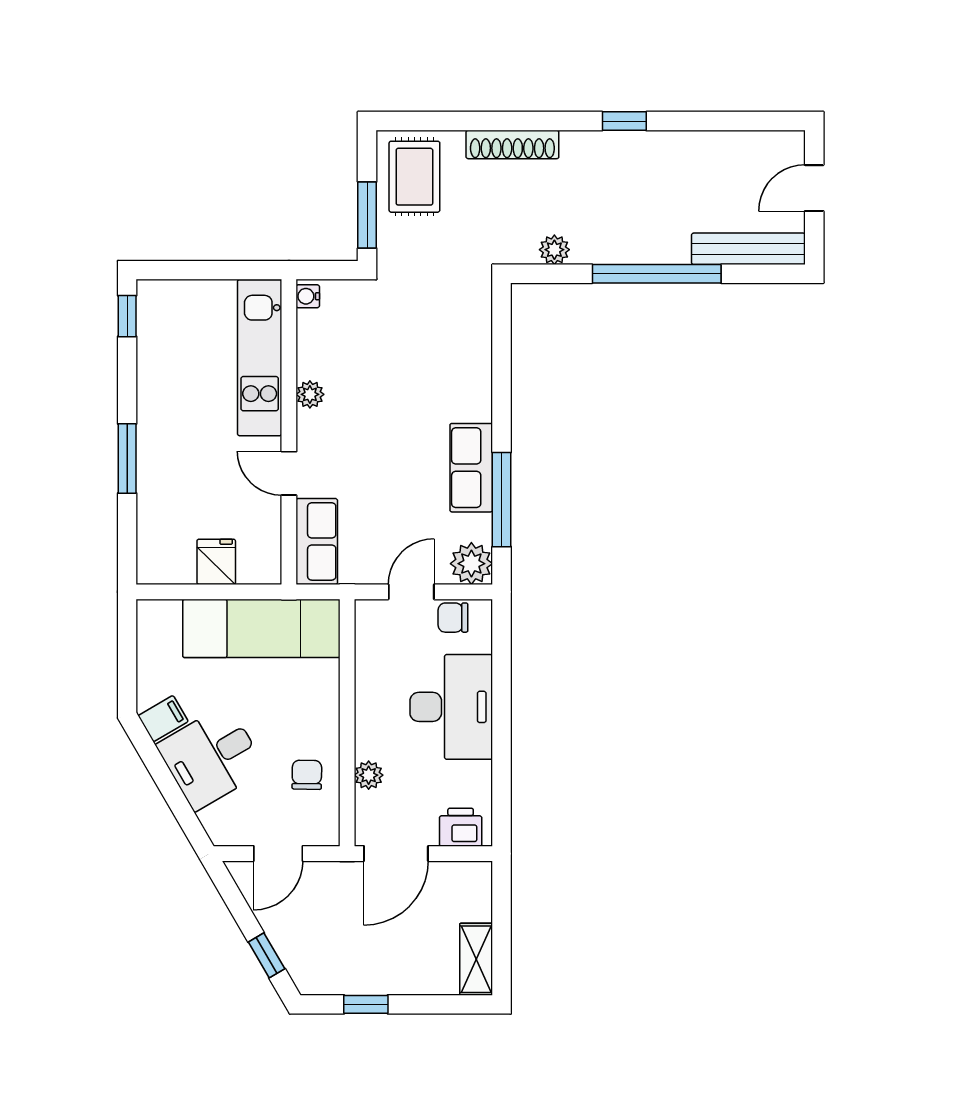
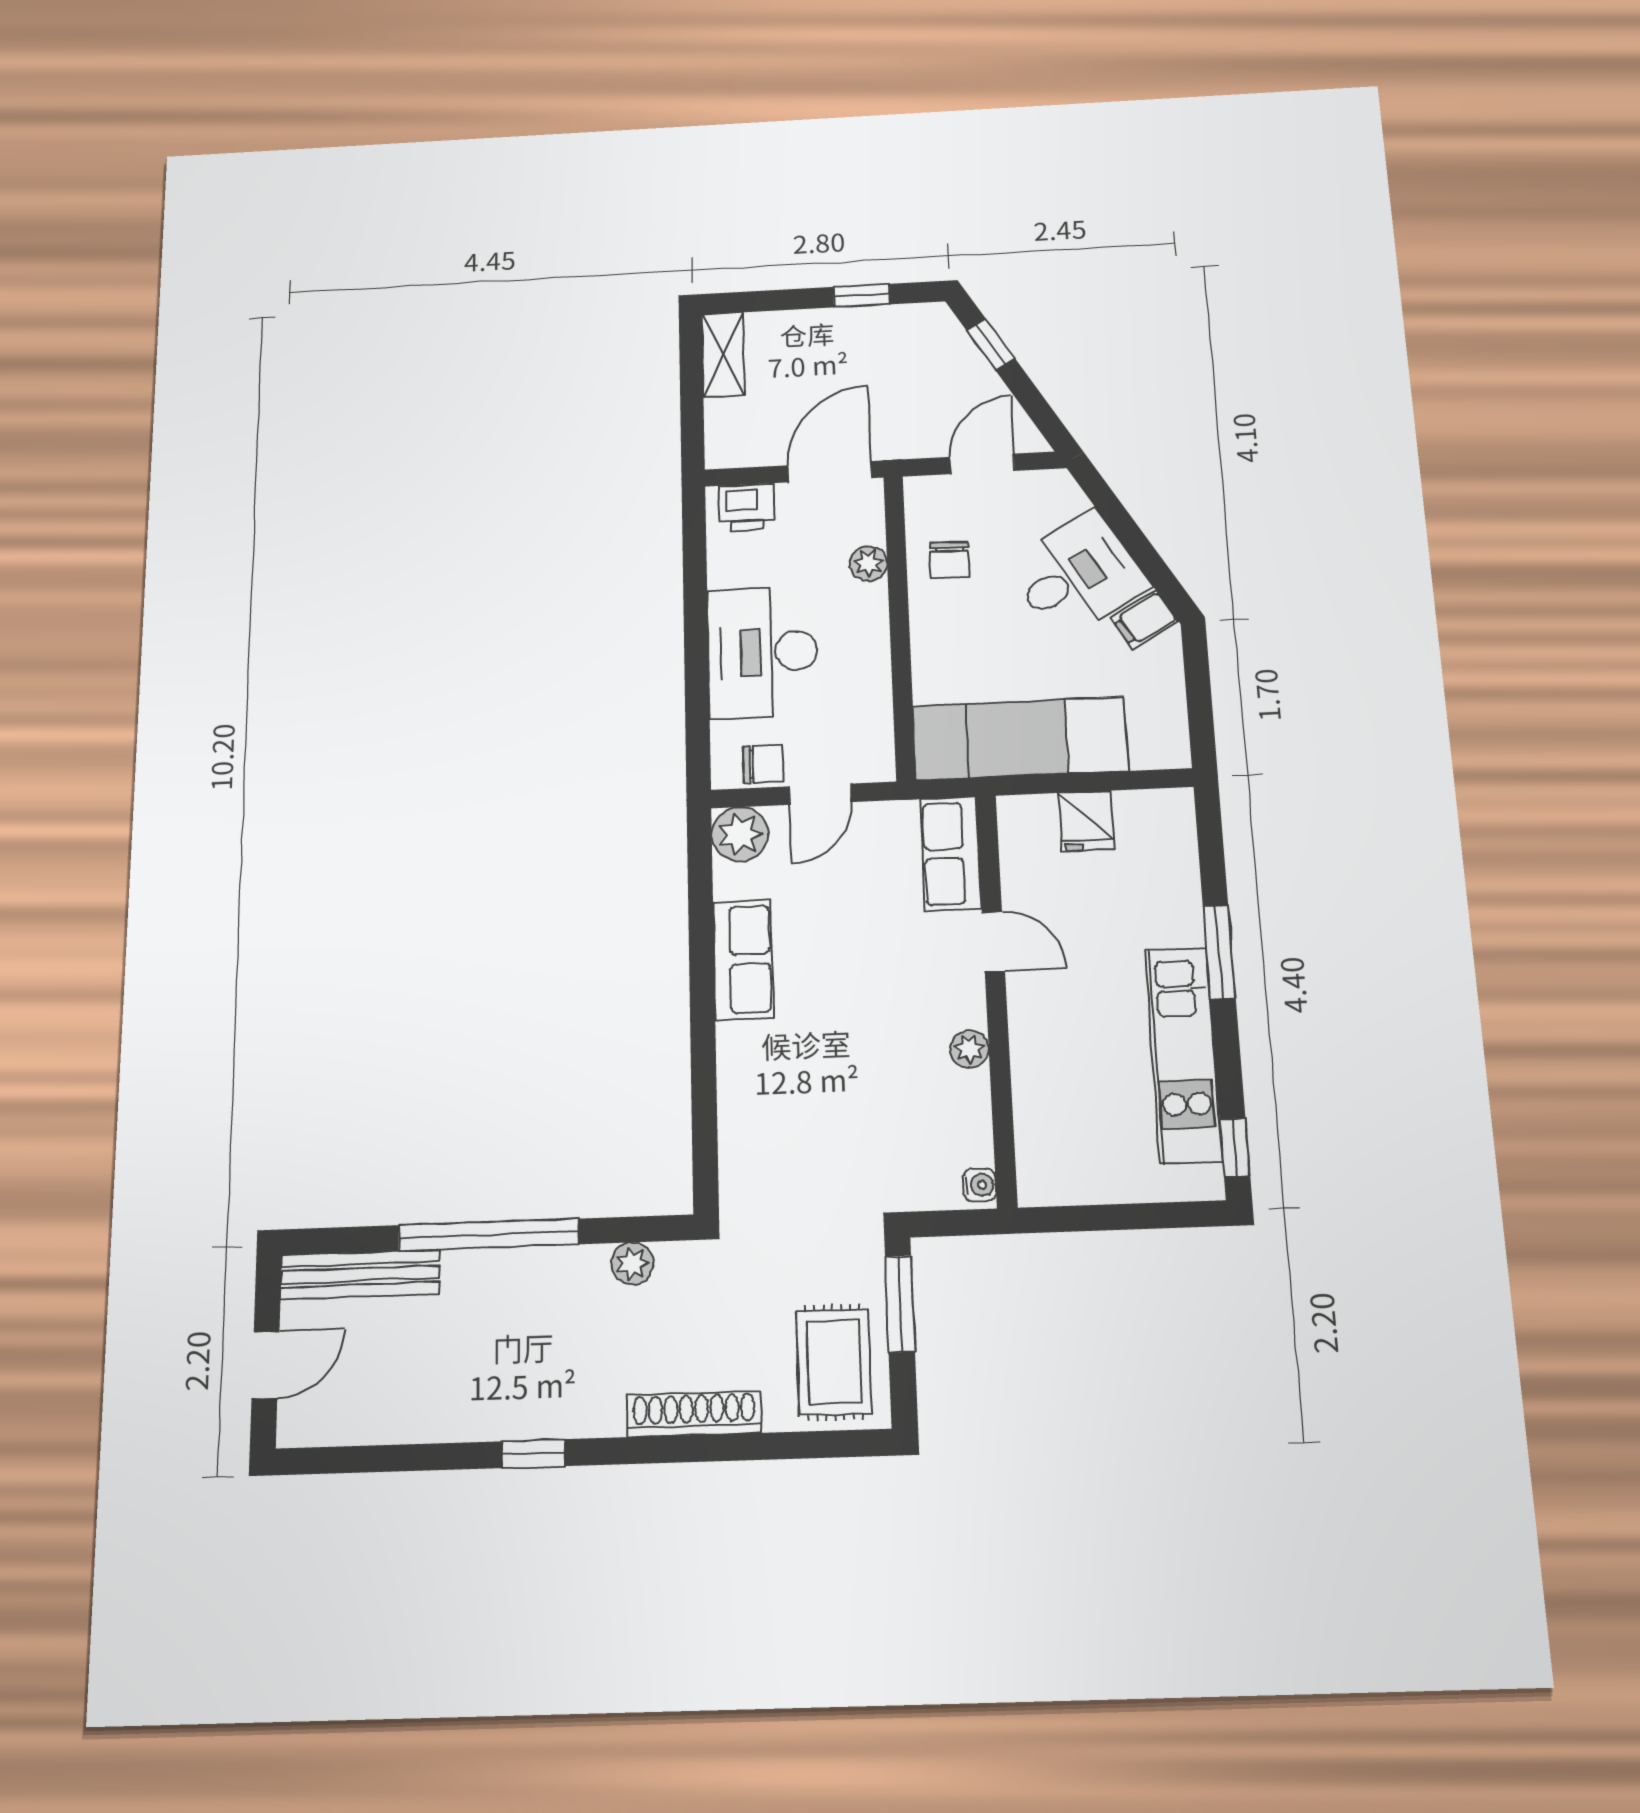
kitchen unit: (260, 358) -> (1183, 1055), moved, turned 180
window: (502, 500) -> (701, 919), removed

